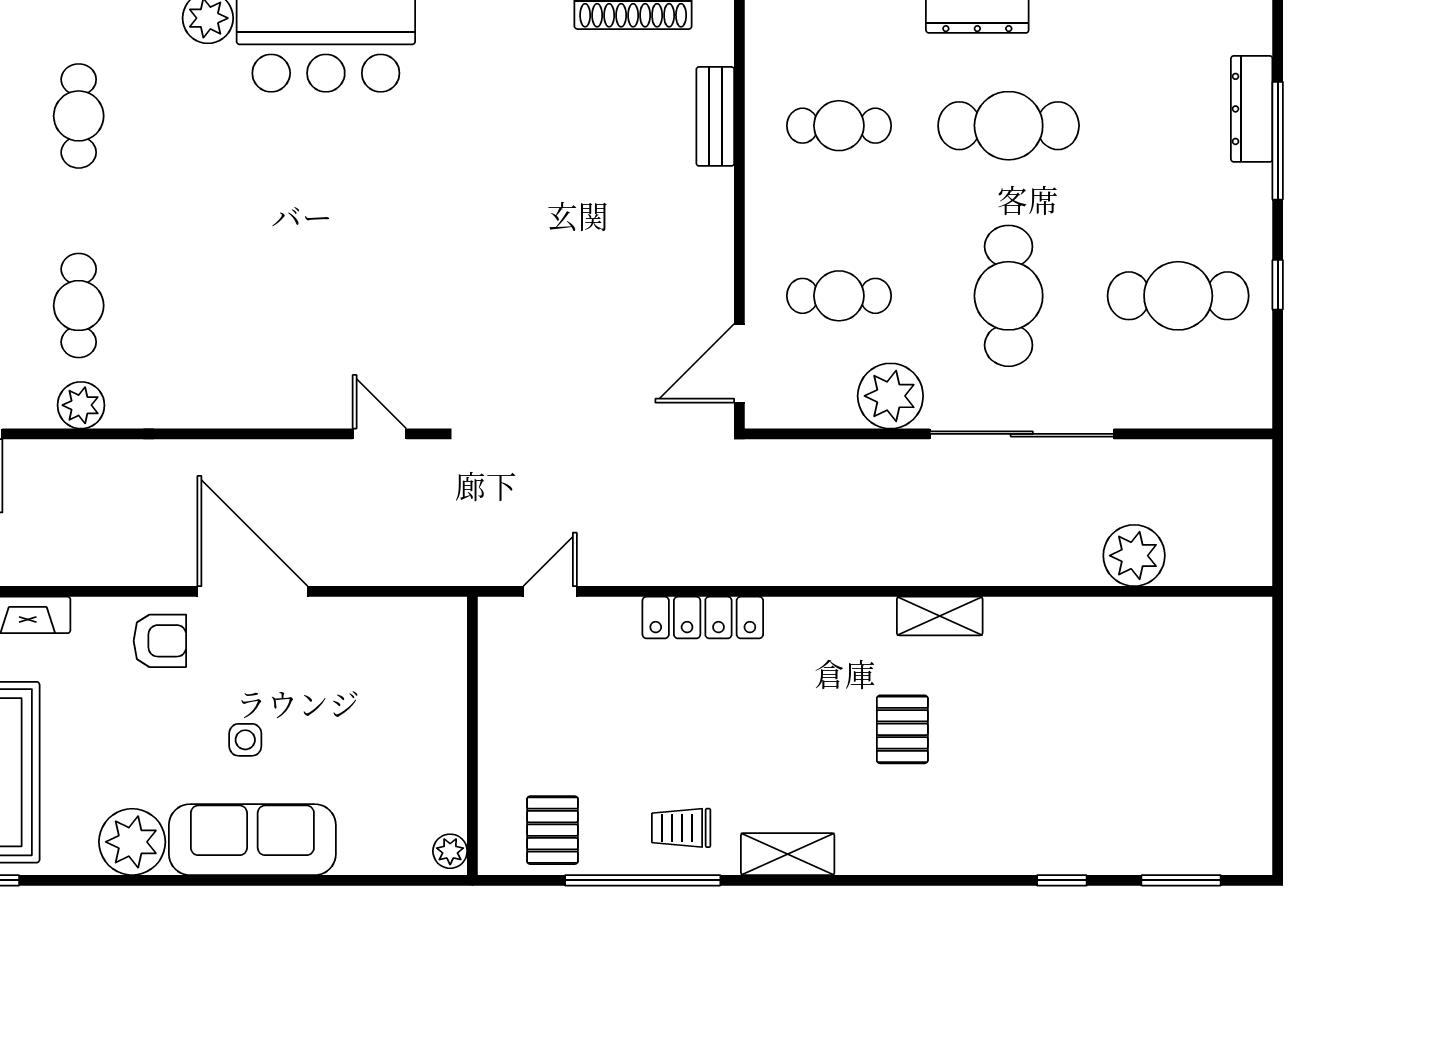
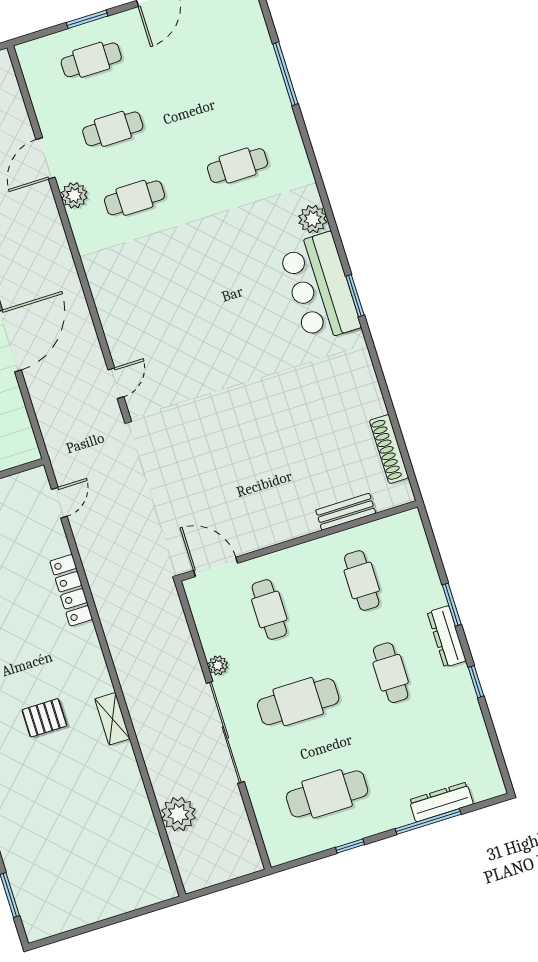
cafe table: (1009, 126) -> (391, 673), width x0.73, depth x0.74
cafe table: (1178, 296) -> (327, 794), turned 90
plant: (890, 396) -> (218, 665), width x0.53, depth x0.53
plant: (81, 405) -> (74, 195), moved
door: (550, 591) -> (59, 503), hinge flipped

